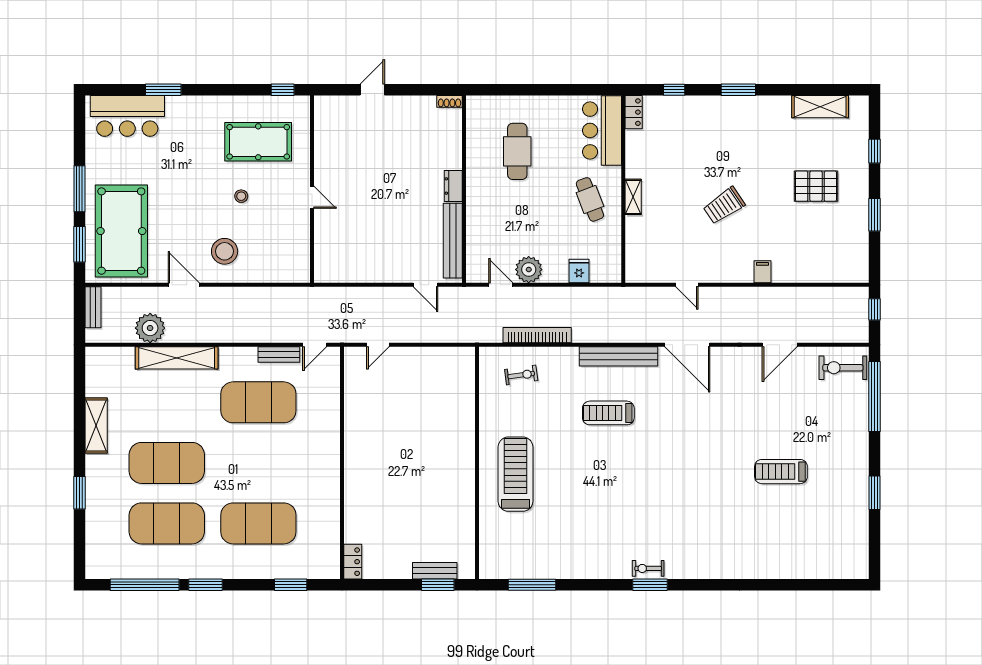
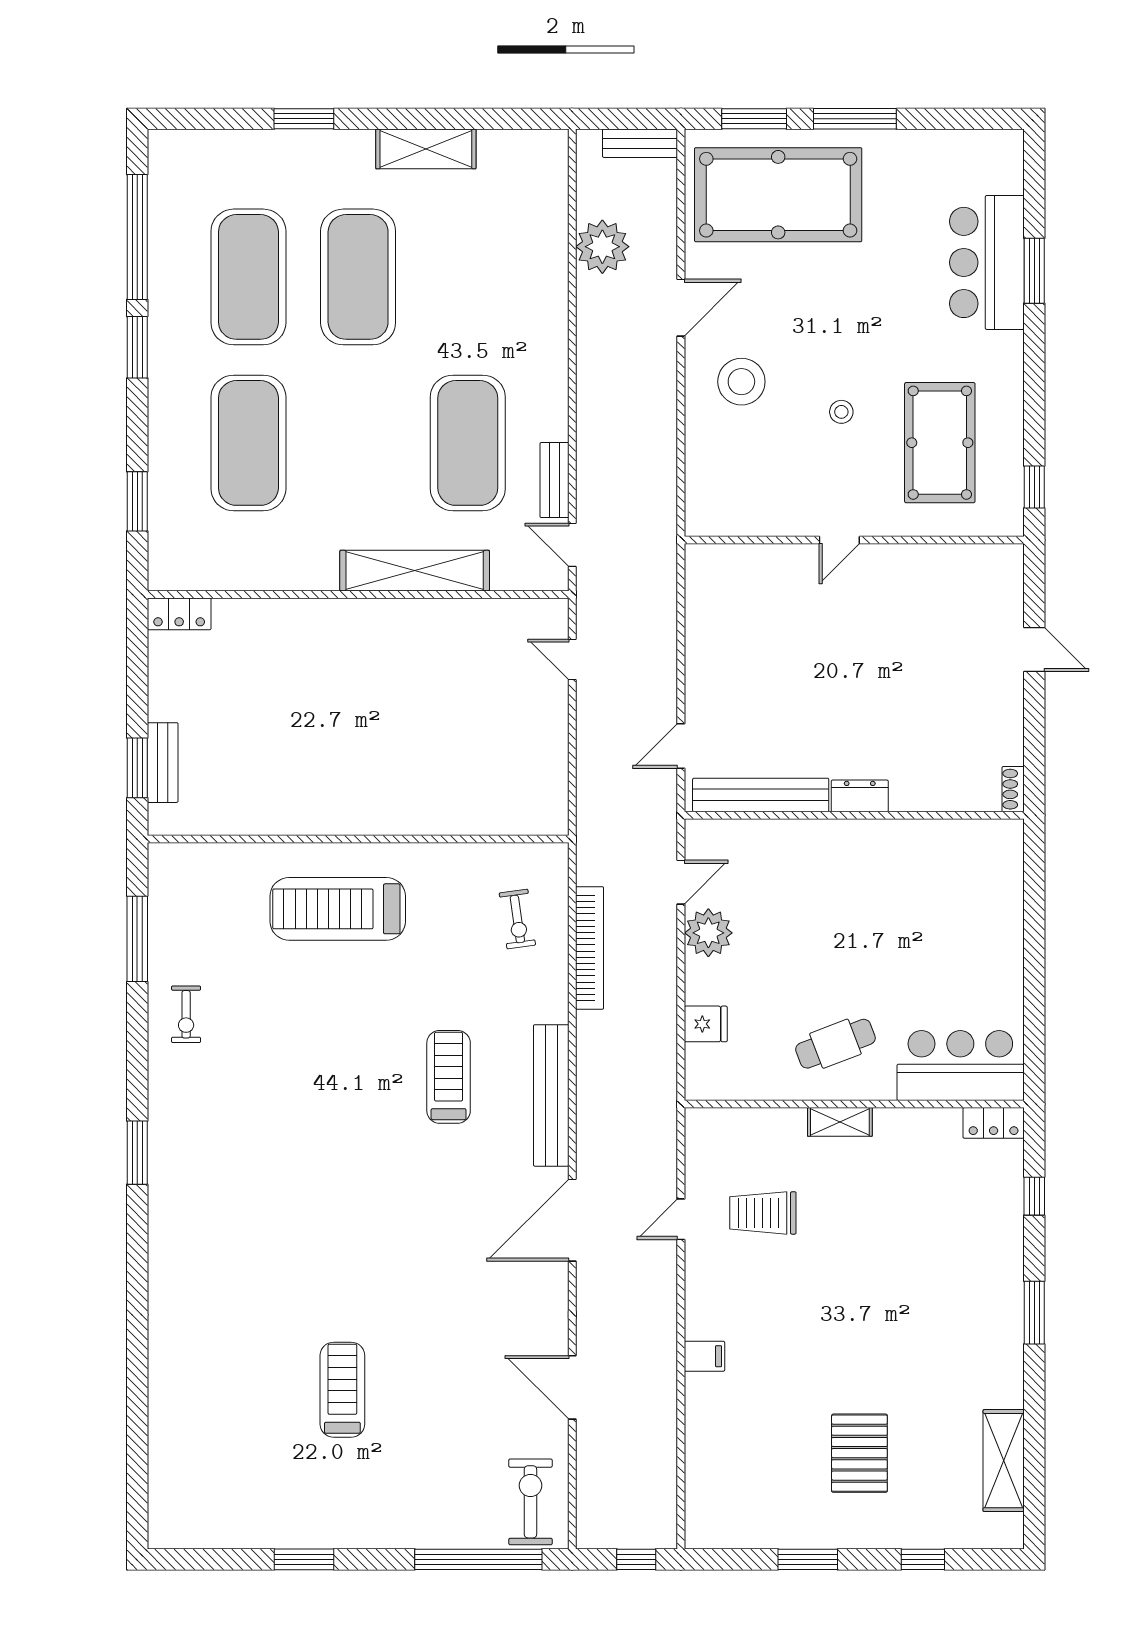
bar counter: (127, 116) -> (987, 262), moved
cafe table: (517, 151) -> (922, 912), removed
trolley: (724, 206) -> (763, 1213), moved, turned -56
shelving: (177, 358) -> (415, 571), moved, turned 90
treadmill: (516, 474) -> (338, 909), turned 180
exercise bike: (648, 568) -> (186, 1014), moved, turned 180

